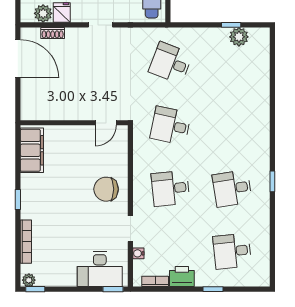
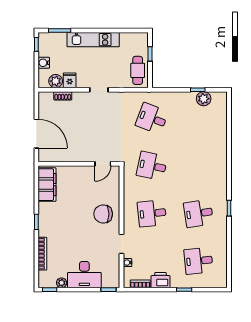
door: (18, 59) -> (36, 134), moved
desk: (100, 269) -> (84, 275), moved
plant: (29, 280) -> (62, 283), moved

